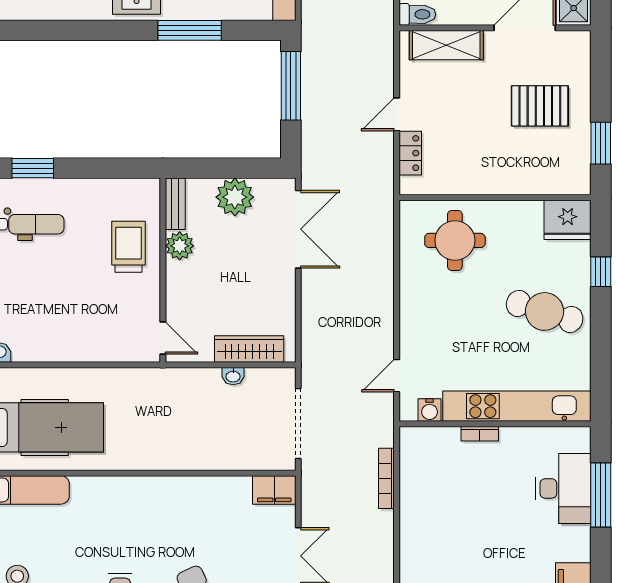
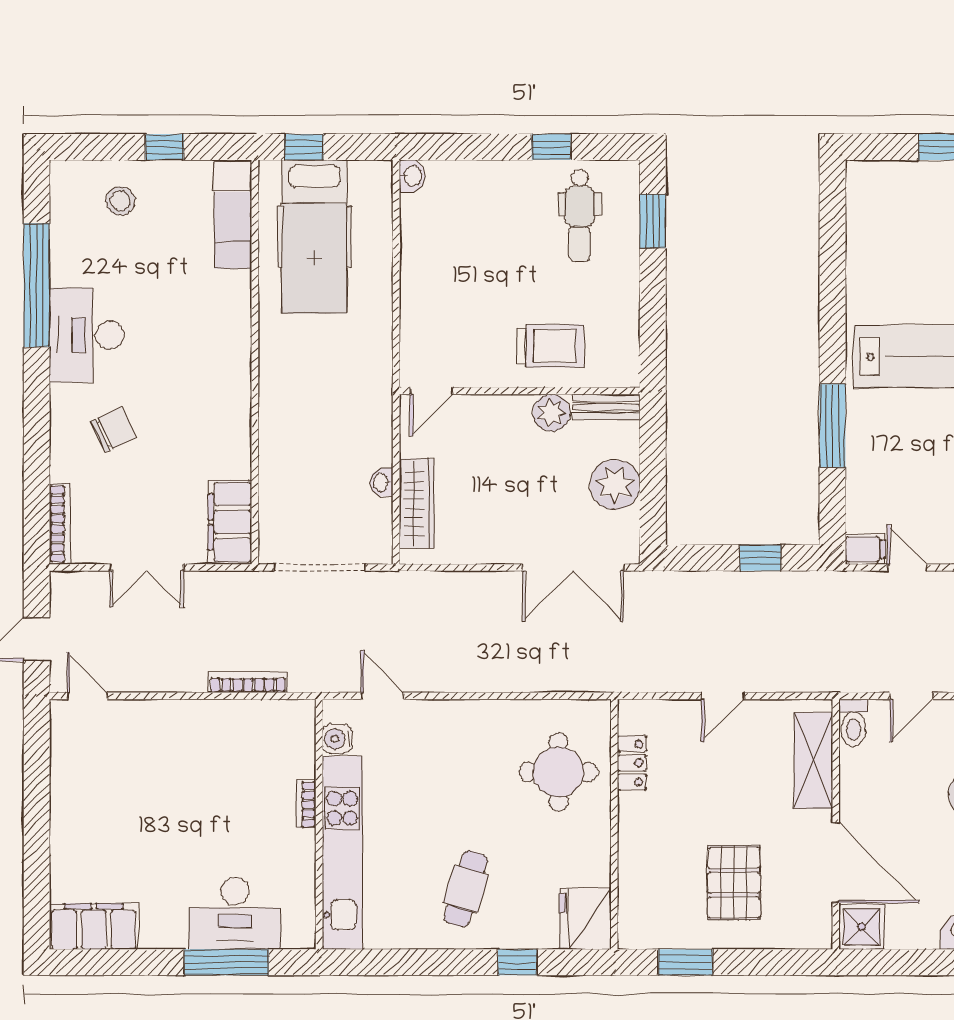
window: (291, 86) -> (760, 558), width x0.46
door: (397, 114) -> (723, 696), swing flipped
locker: (410, 153) -> (632, 763), moved, turned -90
cafe table: (545, 311) -> (466, 889), width x0.73, depth x0.74
filing cabinet: (274, 490) -> (230, 522), width x1.50, depth x1.17

